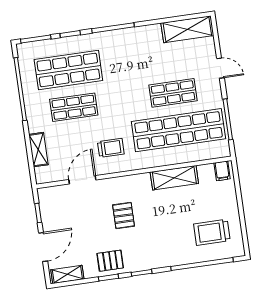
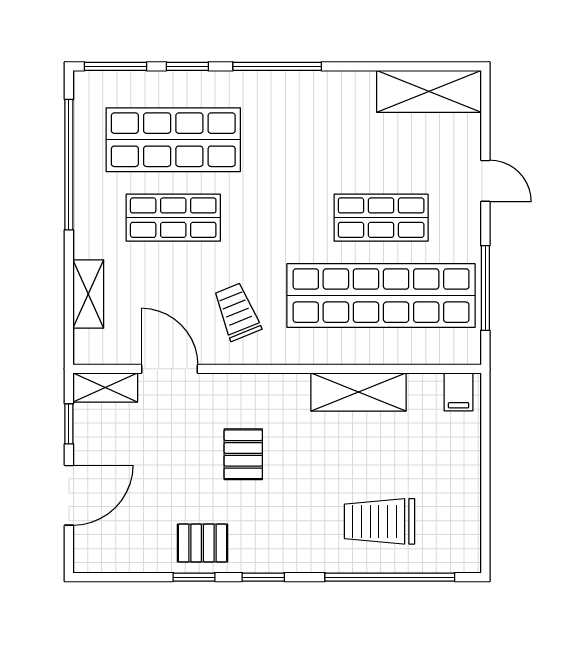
trolley: (111, 148) -> (237, 312), turned -112
door: (82, 180) -> (169, 369), hinge flipped
trolley: (212, 232) -> (379, 521), moved
shelving: (67, 274) -> (105, 387), moved

